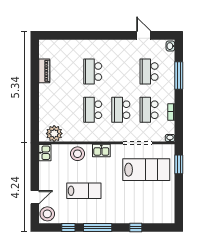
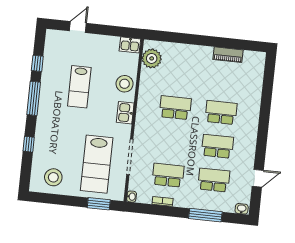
school desk: (121, 110) -> (217, 146), moved
door: (35, 197) -> (78, 27), swing flipped
stool: (47, 214) -> (53, 177), moved

